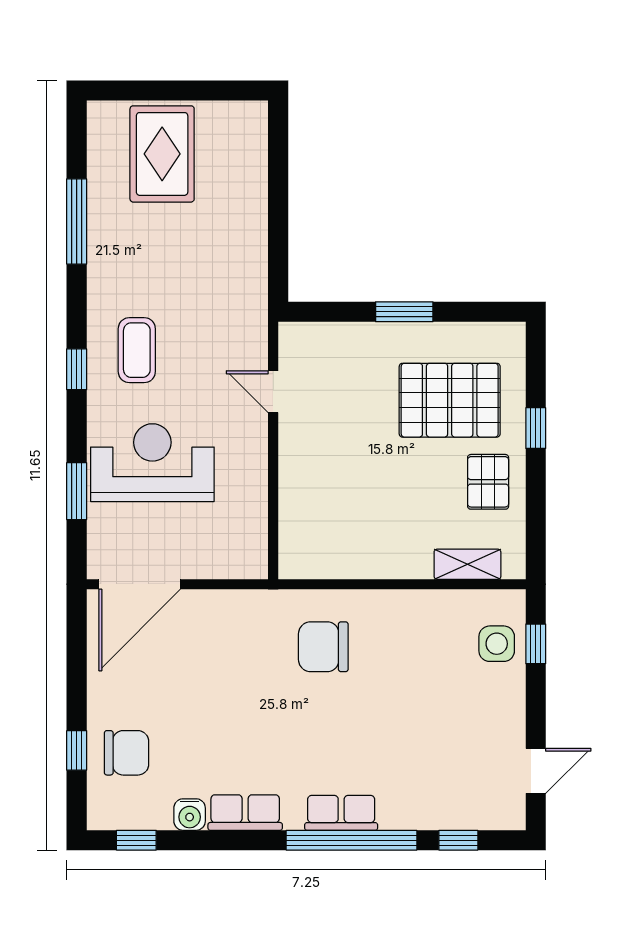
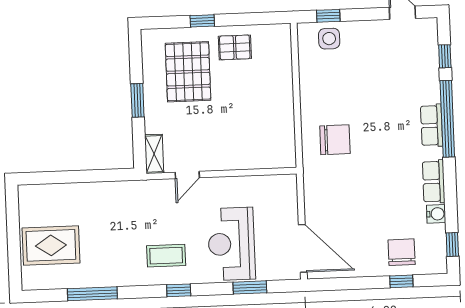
shelving: (467, 564) -> (154, 154), moved
chair: (323, 647) -> (335, 140), turned -90

